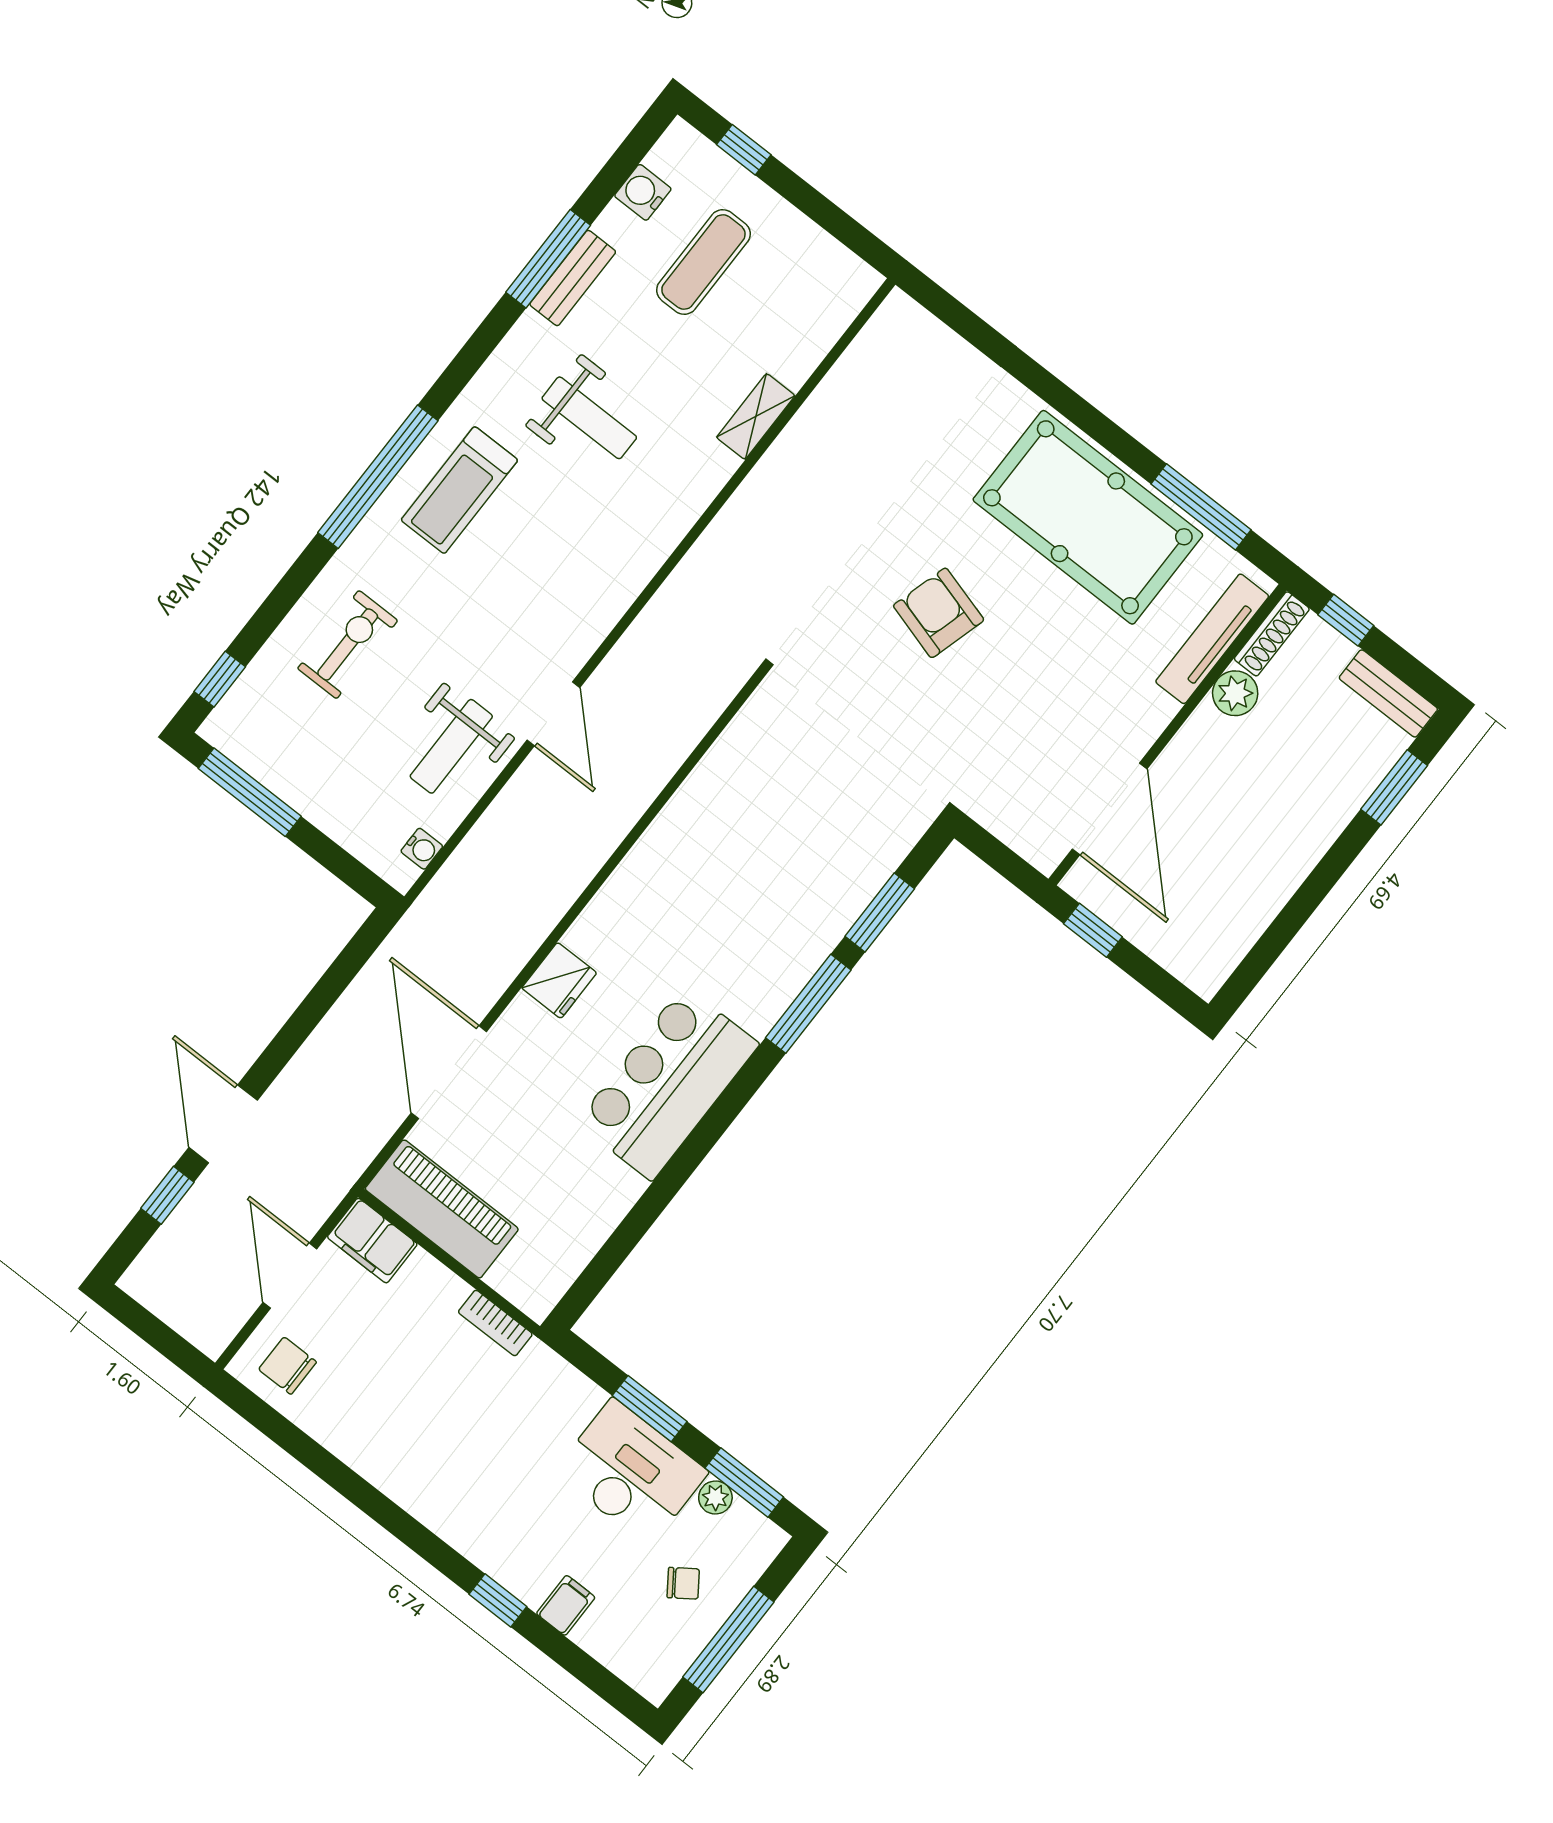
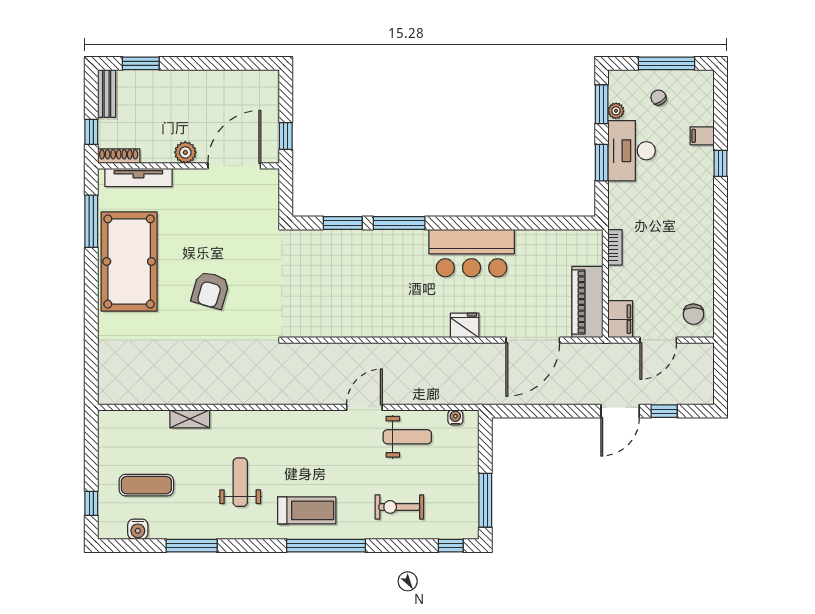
bench: (573, 278) -> (192, 530), removed
plant: (1235, 693) -> (185, 152), moved

